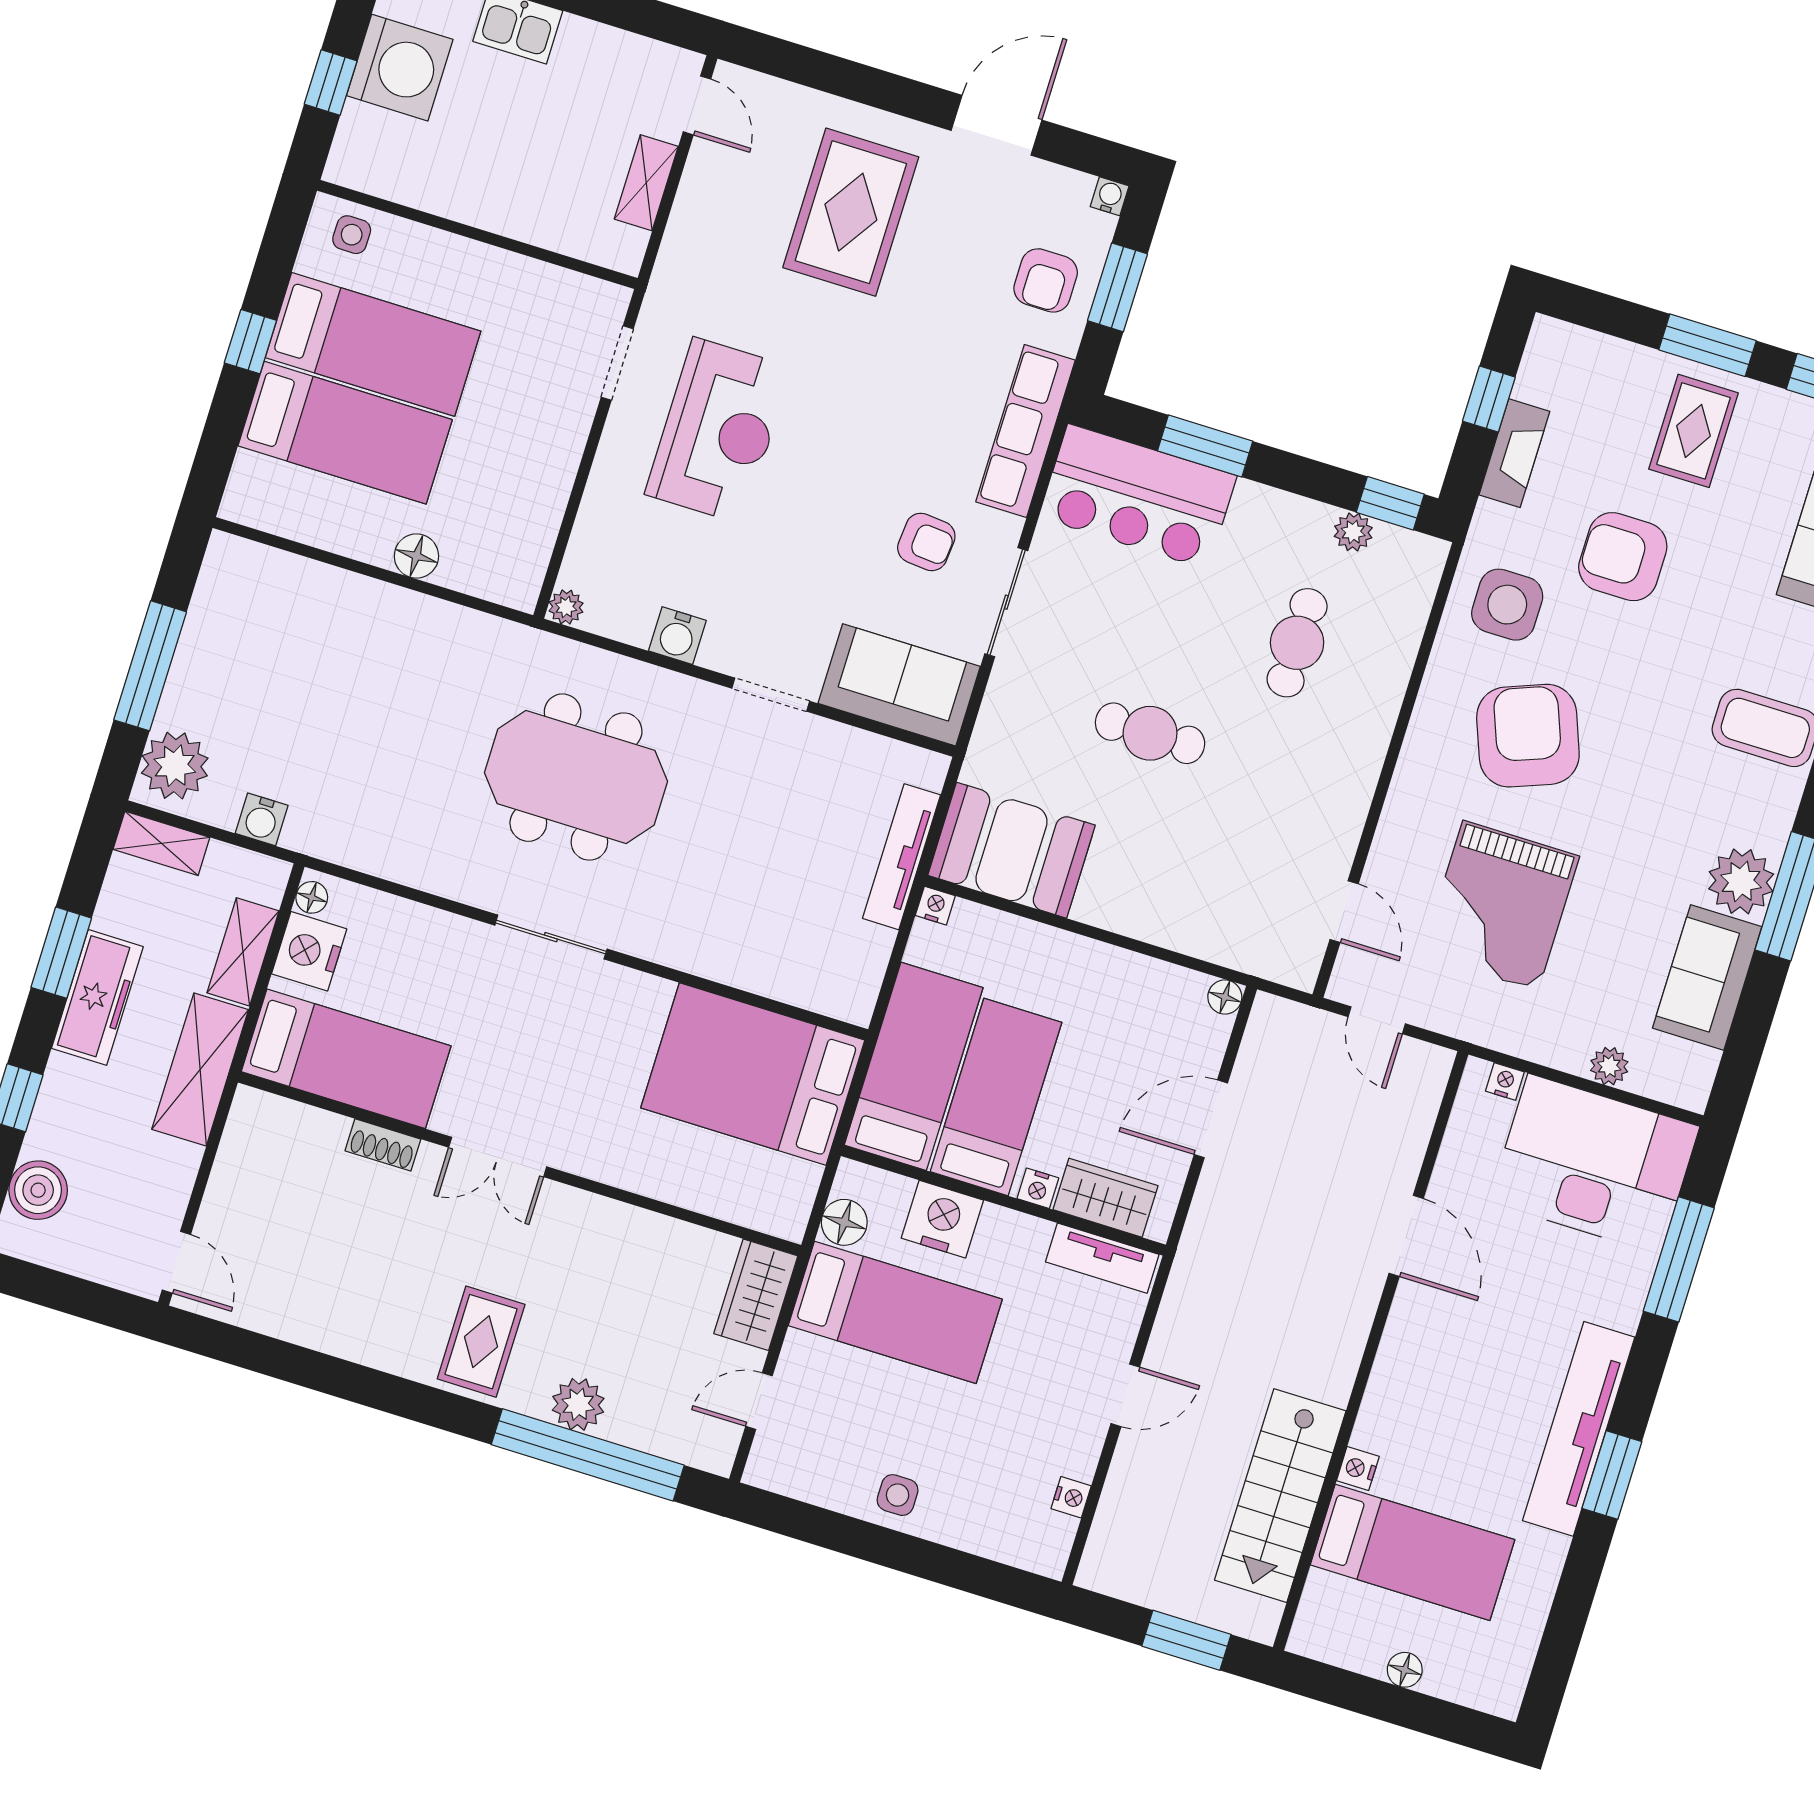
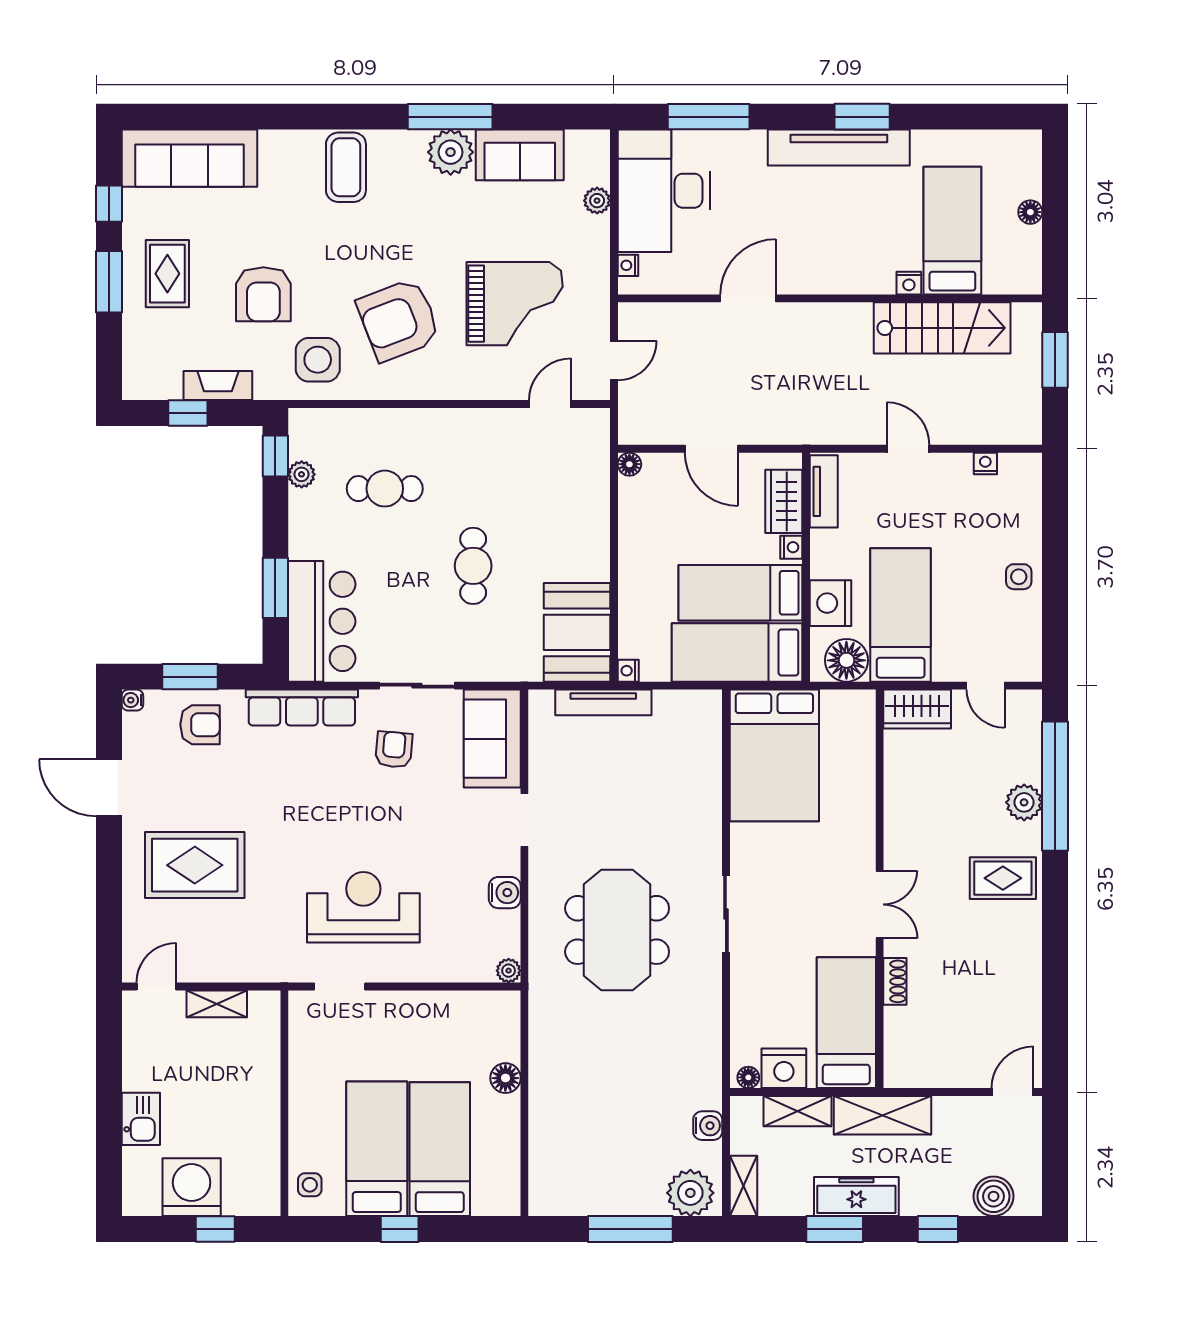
rug: (1694, 431) -> (167, 274), turned 90
floor lamp: (844, 1222) -> (846, 660), width x1.38, depth x1.38

